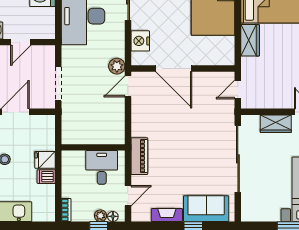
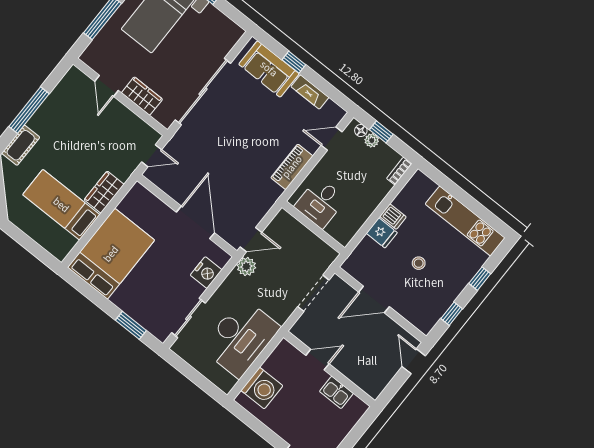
wall: (93, 147) -> (313, 228), moved
desk: (102, 167) -> (320, 203), moved

